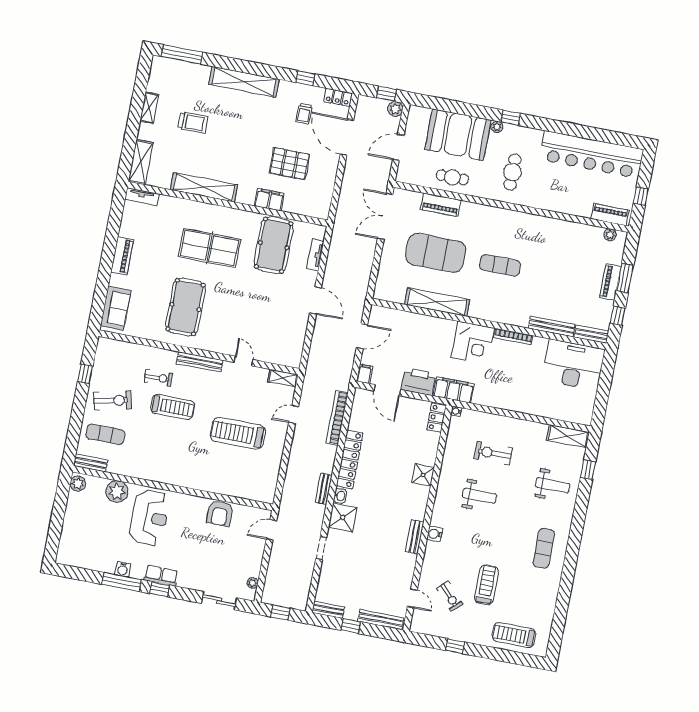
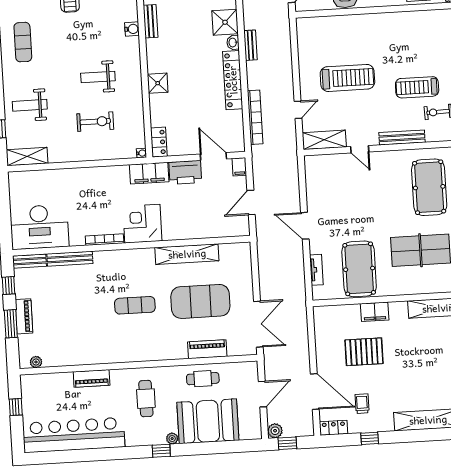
piano: (610, 215) -> (92, 378), moved
shelving: (283, 378) -> (324, 140), width x1.50, depth x1.33

